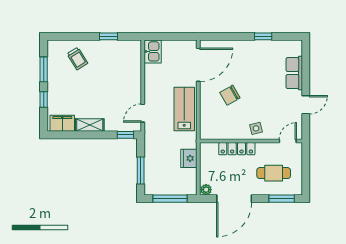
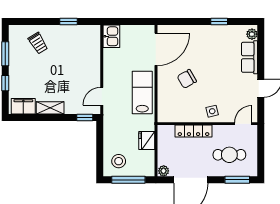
plant: (297, 49) -> (252, 34), added
window: (141, 170) -> (100, 152), removed
stool: (160, 180) -> (119, 161), added

